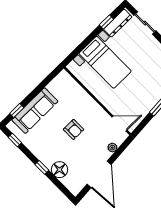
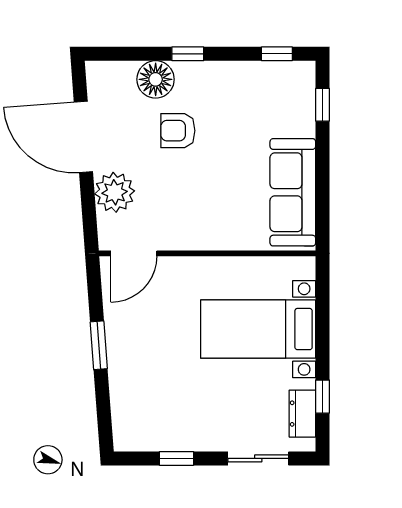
dresser: (118, 23) -> (302, 414), width x0.70
sofa: (35, 111) -> (293, 192), moved
armchair: (73, 129) -> (178, 131), moved
plant: (112, 148) -> (115, 192), width x1.88, depth x1.88

